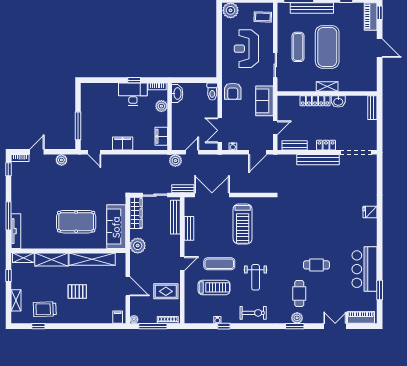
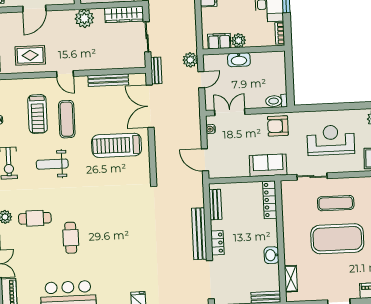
shelving: (327, 86) -> (291, 279), moved
washbasin: (177, 94) -> (239, 60), moved
locker: (315, 101) -> (270, 200), moved
plant: (161, 106) -> (239, 41), moved
door: (275, 128) -> (236, 180), removed
door: (192, 152) -> (201, 80), hinge flipped
double door: (212, 195) -> (150, 106), swing flipped
bench: (175, 217) -> (121, 63), removed
bench: (189, 228) -> (108, 80), width x1.36
rug: (166, 291) -> (30, 55), turned 90

